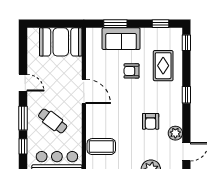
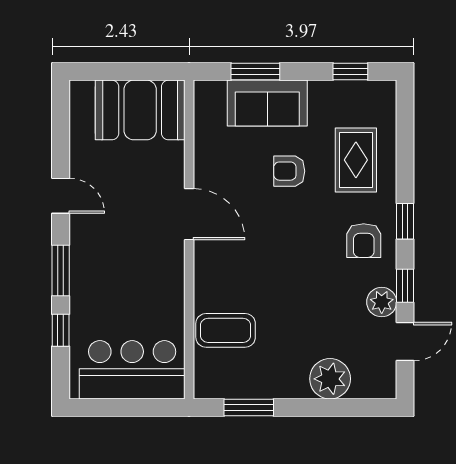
window: (186, 43) -> (405, 286), moved
cafe table: (53, 121) -> (123, 277), removed
armchair: (151, 121) -> (364, 241), moved

